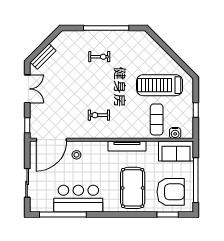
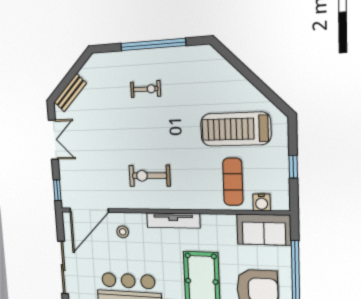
exercise bike: (99, 115) -> (150, 176), width x1.38, depth x1.39
tv unit: (127, 146) -> (173, 221), moved
sliding door: (27, 183) -> (63, 268), width x1.37

